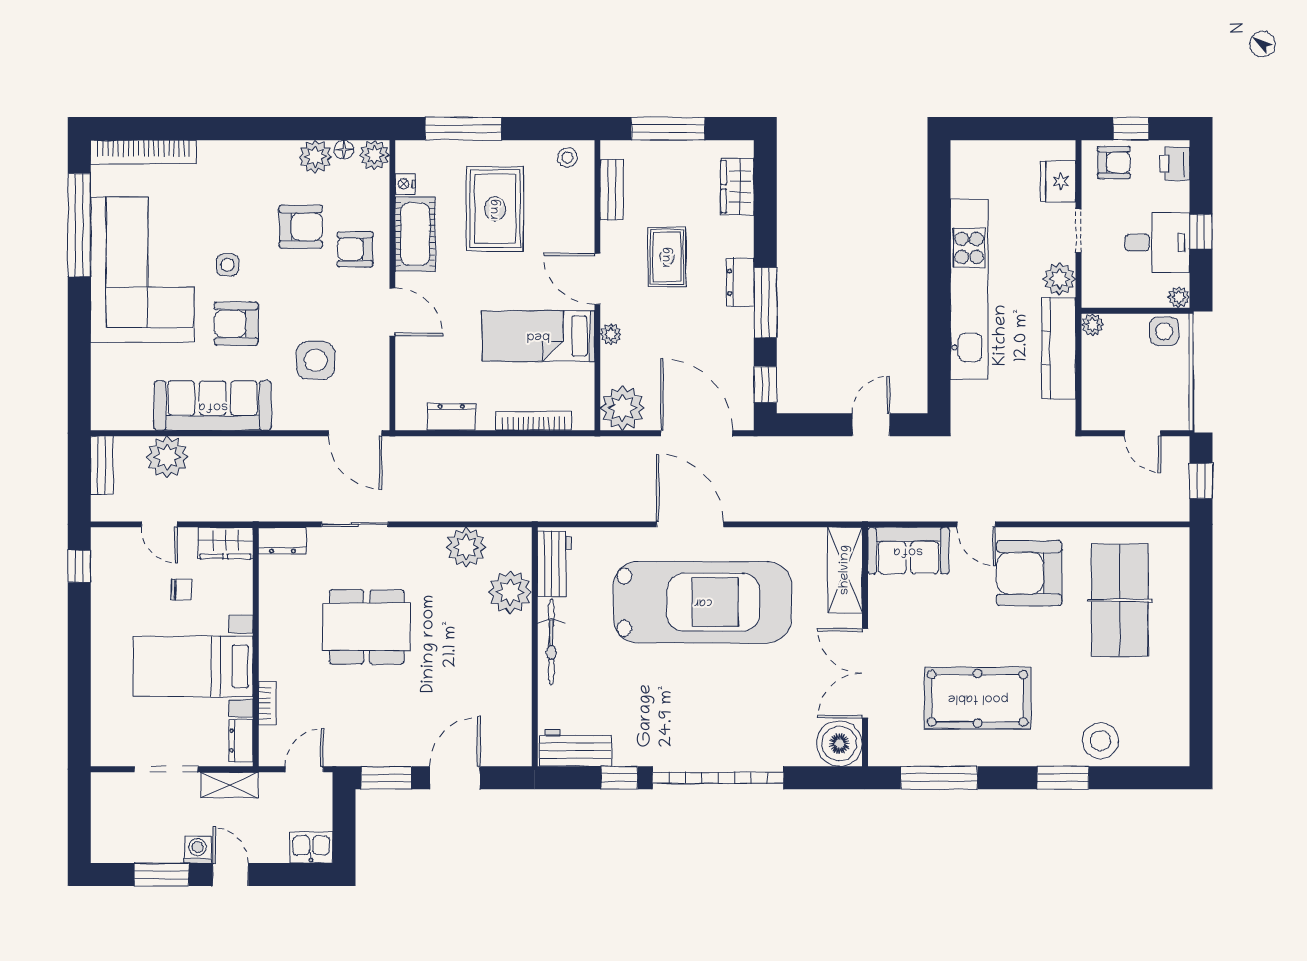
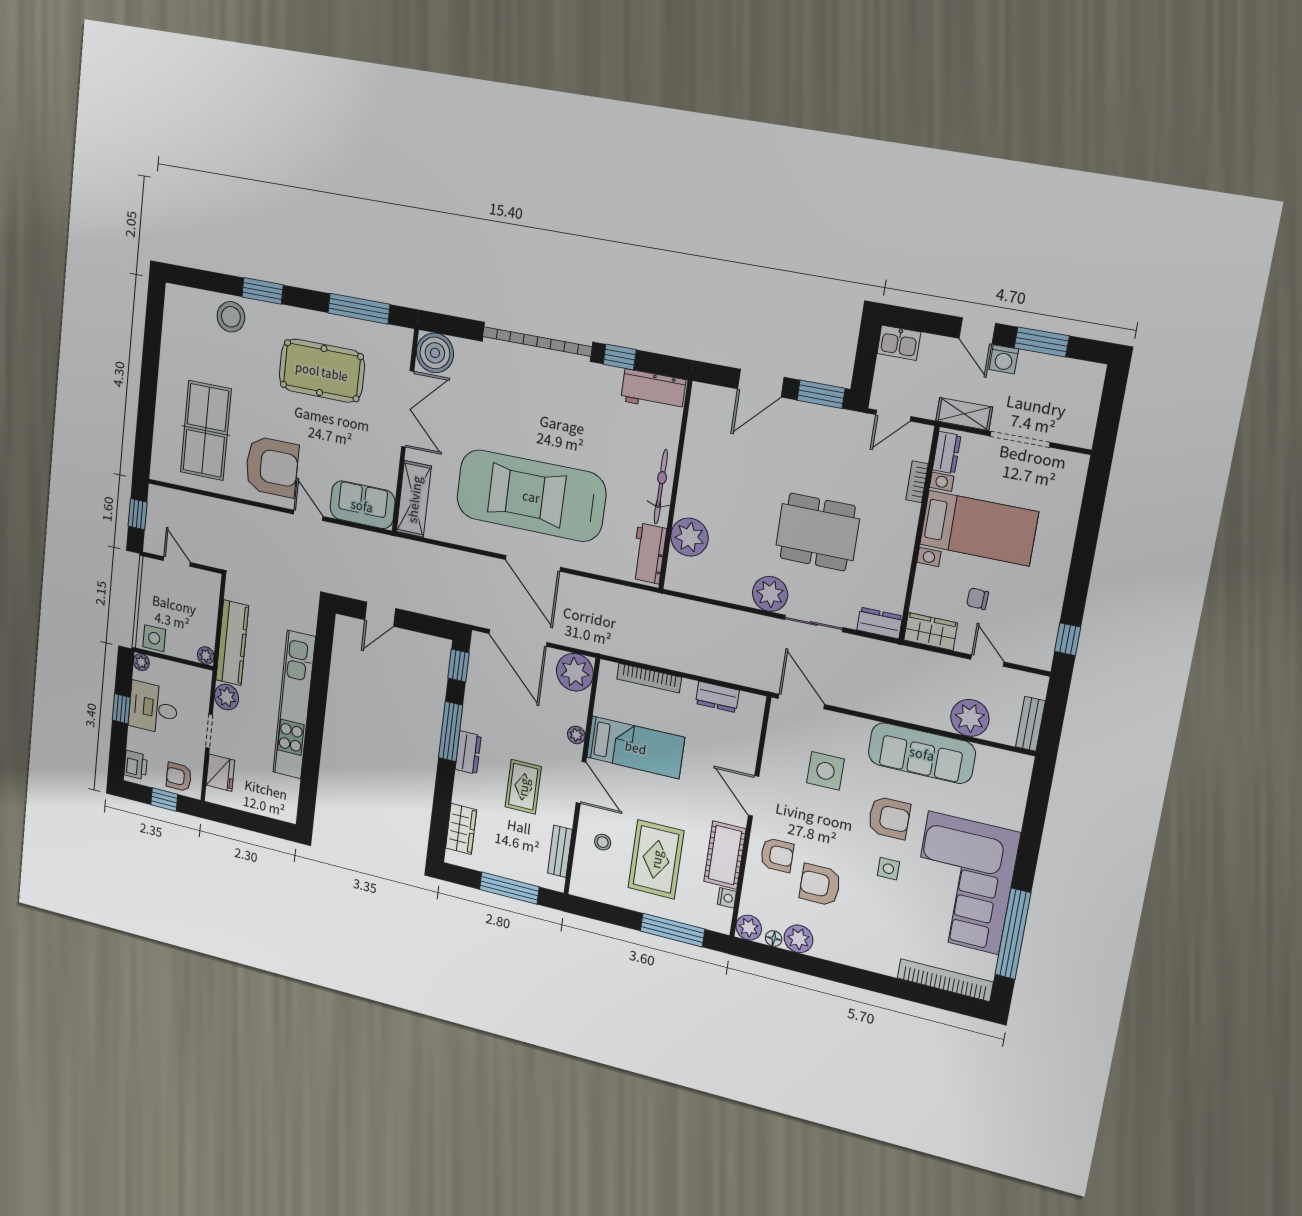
stool: (567, 157) -> (603, 842), moved
plant: (466, 547) -> (770, 594), moved

